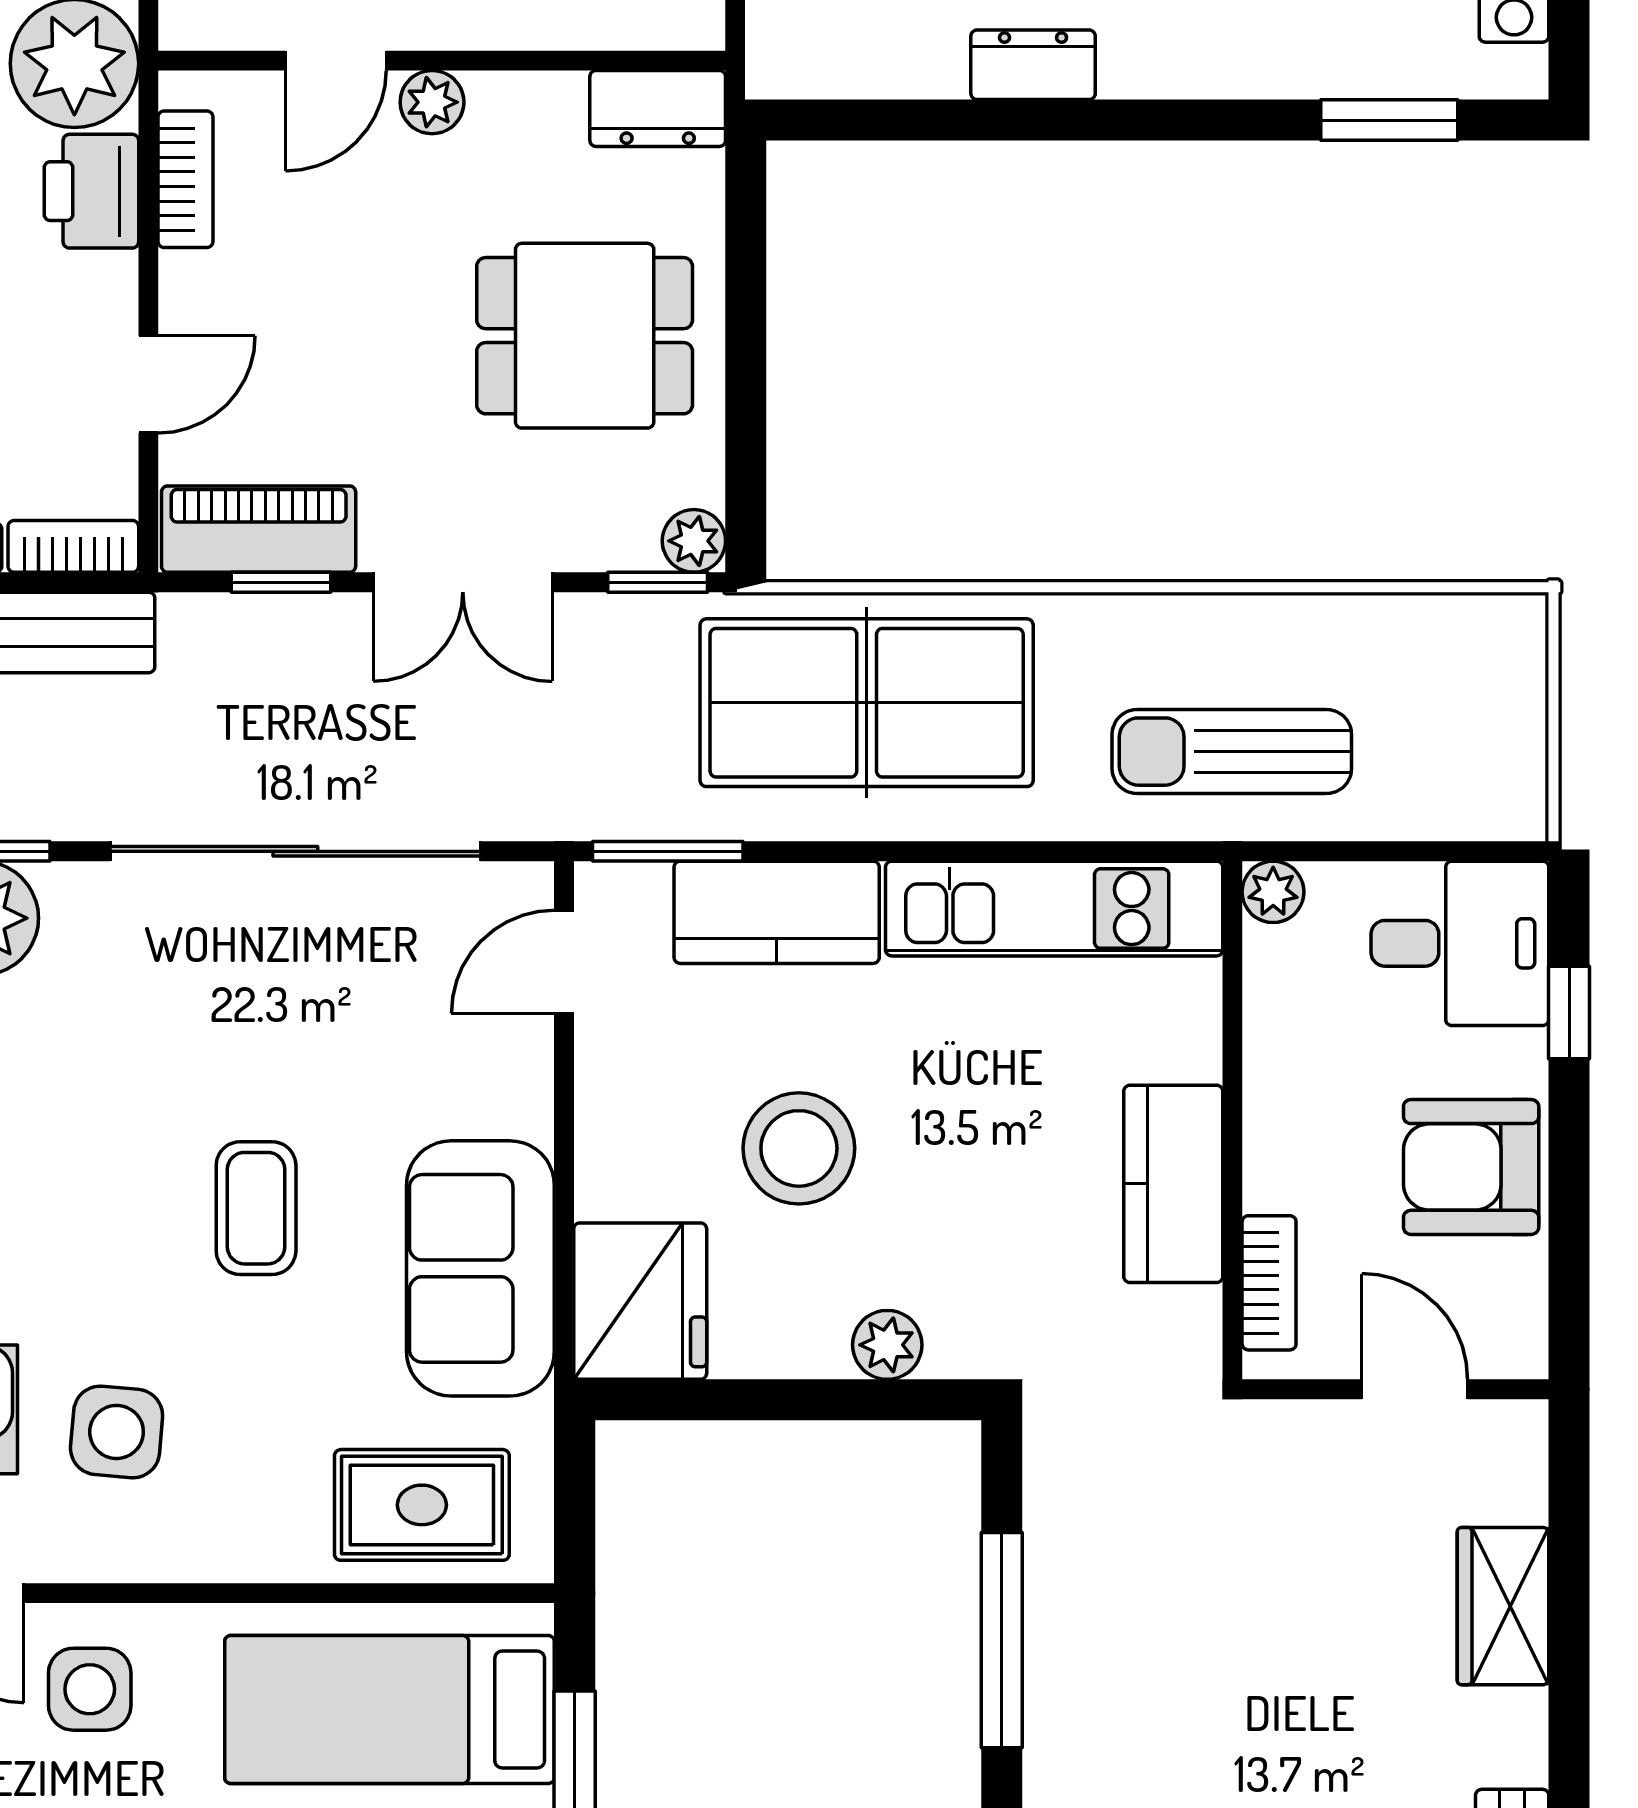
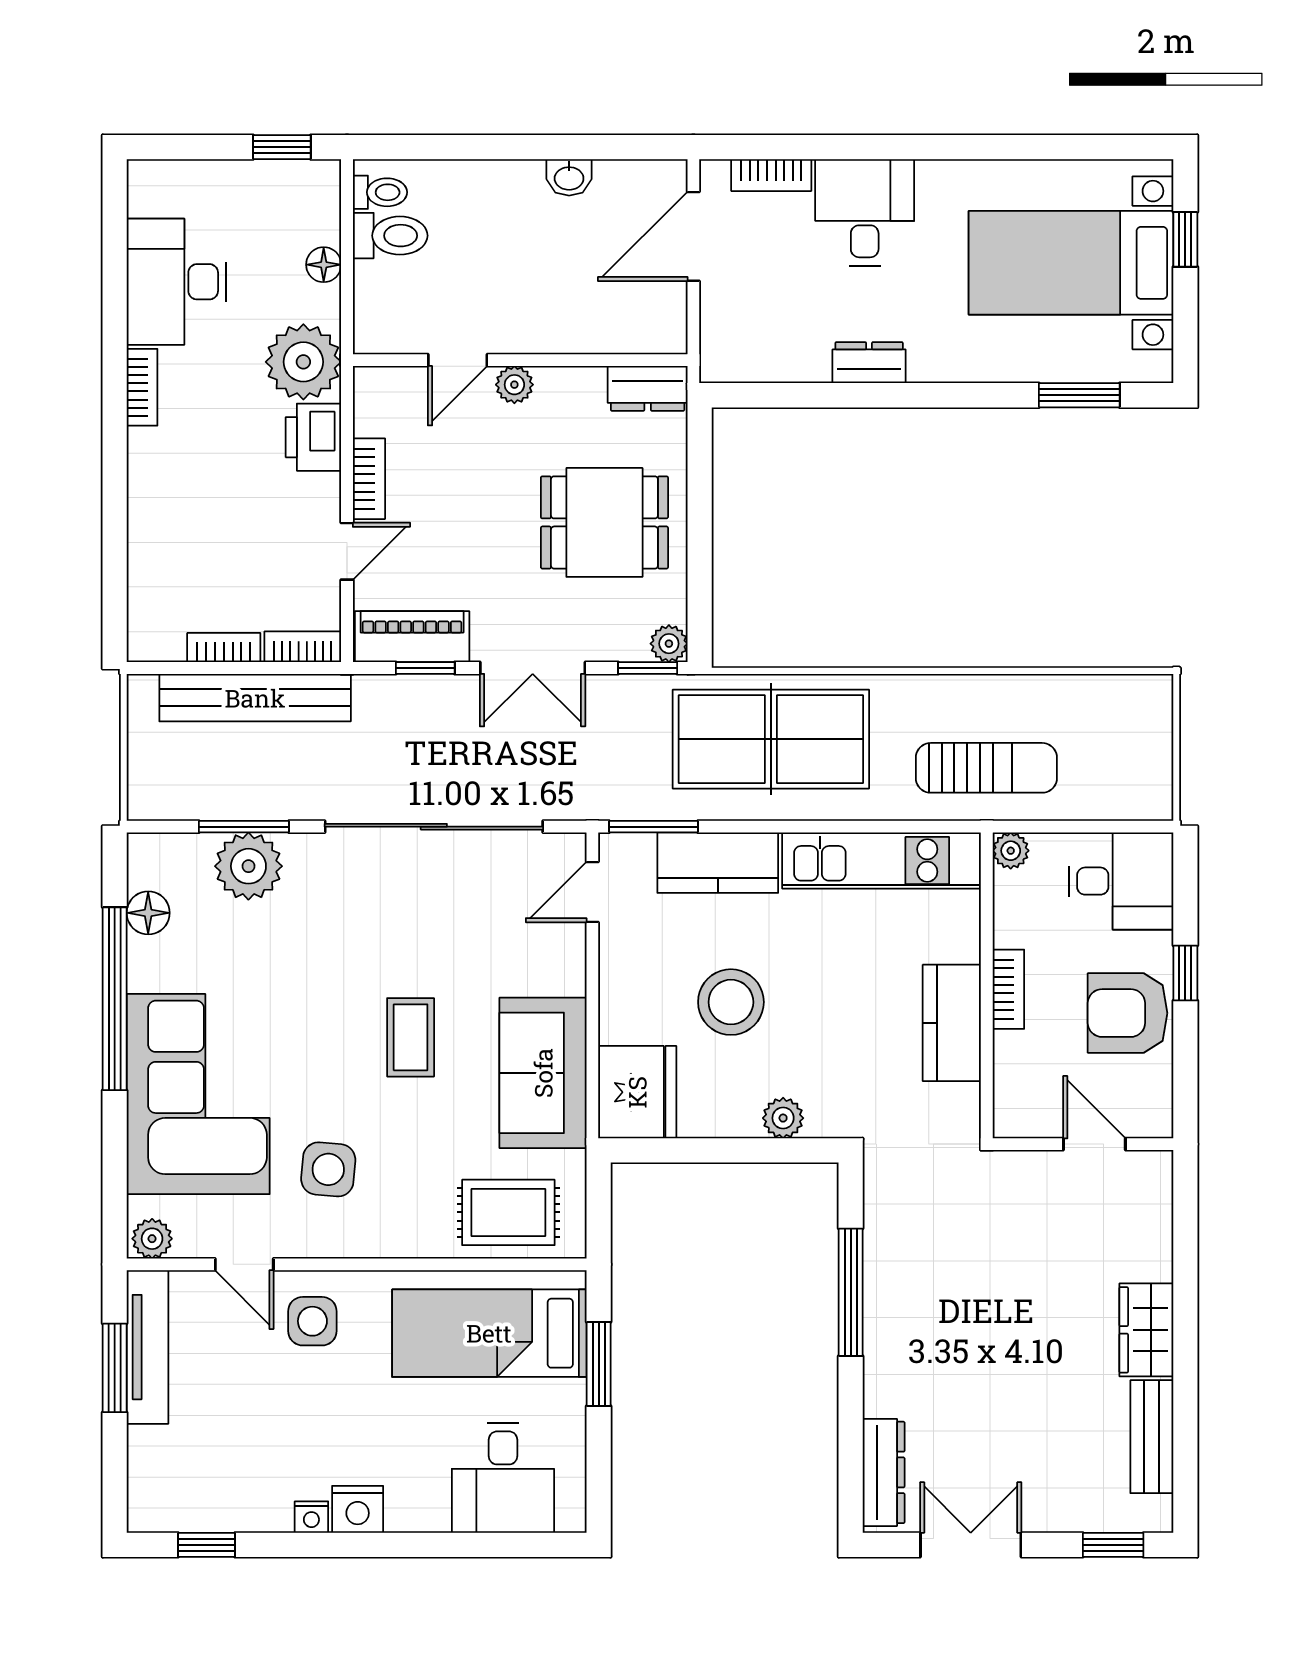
bookcase: (185, 179) -> (369, 479), moved
sun lounger: (1232, 752) -> (986, 768), turned 180
window: (1569, 1013) -> (1185, 973), moved
bookcase: (1269, 1283) -> (1008, 989), moved
wardrobe: (1503, 1606) -> (1146, 1330), moved

